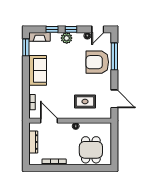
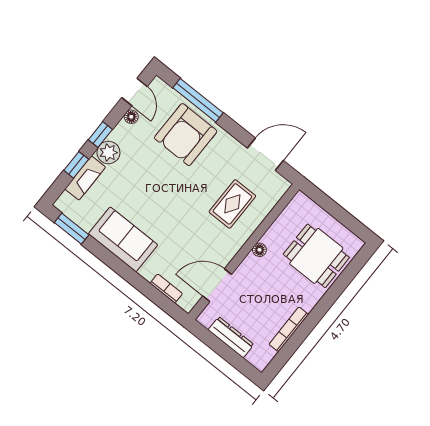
fireplace: (40, 37) -> (85, 178), moved

